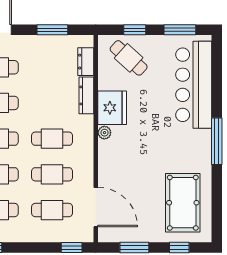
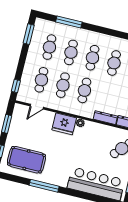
fridge: (112, 108) -> (64, 124), moved
window: (217, 141) -> (44, 186), moved
door: (96, 207) -> (37, 107), width x0.53

